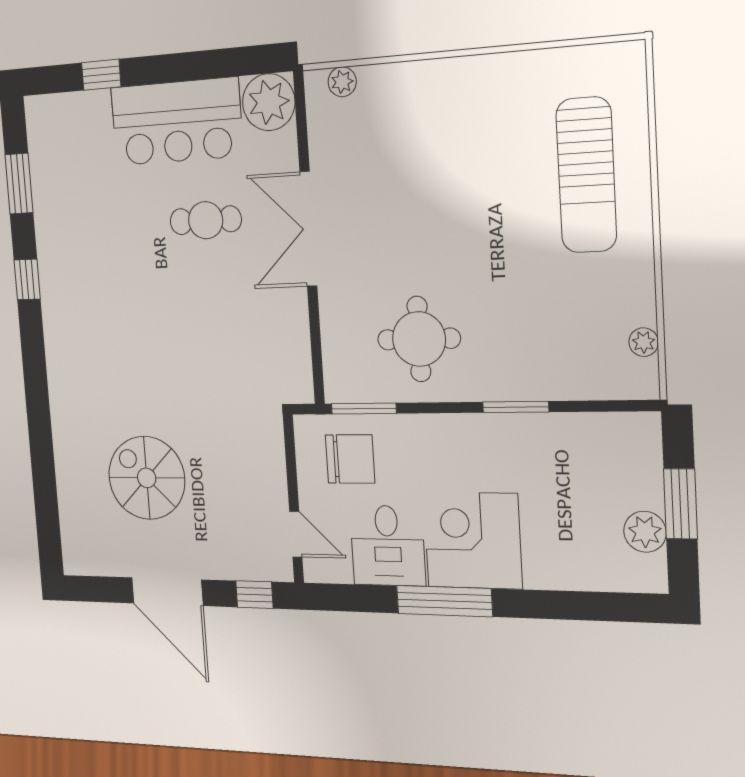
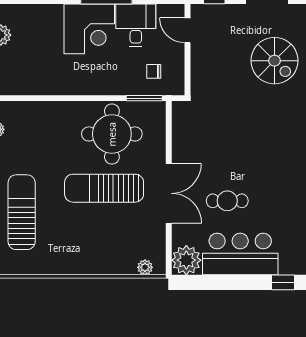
sun lounger: (427, 233) -> (104, 188), added
round table: (419, 339) -> (112, 134), width x1.36, depth x1.36
window: (516, 407) -> (63, 98), removed
chair: (350, 459) -> (154, 71), width x0.54, depth x0.54

